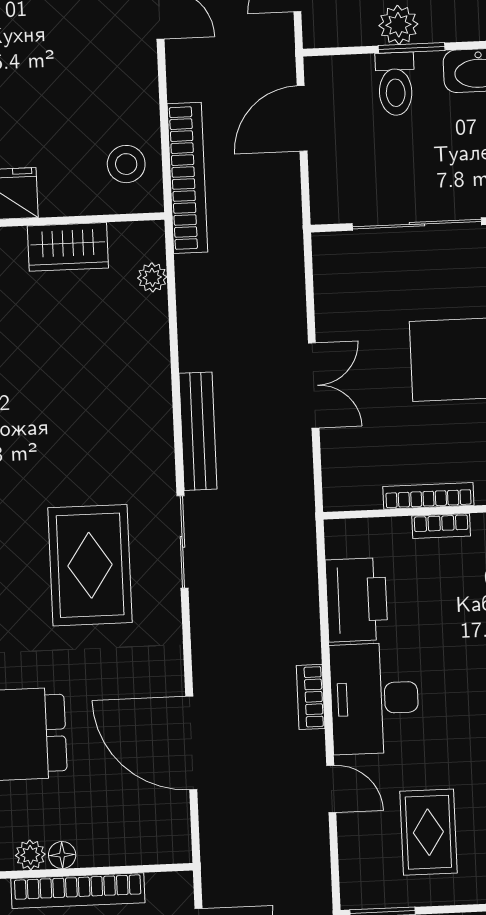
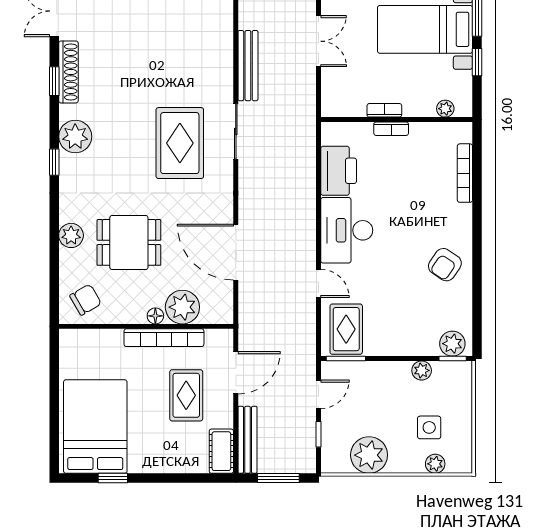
bookcase: (428, 496) -> (384, 110), width x0.64
bookcase: (311, 697) -> (308, 228), removed
rug: (428, 832) -> (346, 329), moved
plant: (30, 855) -> (182, 307), moved, width x1.88, depth x1.88

